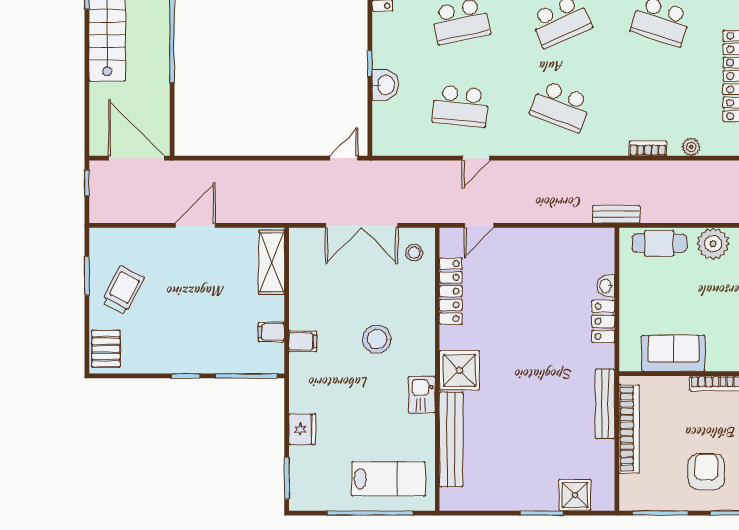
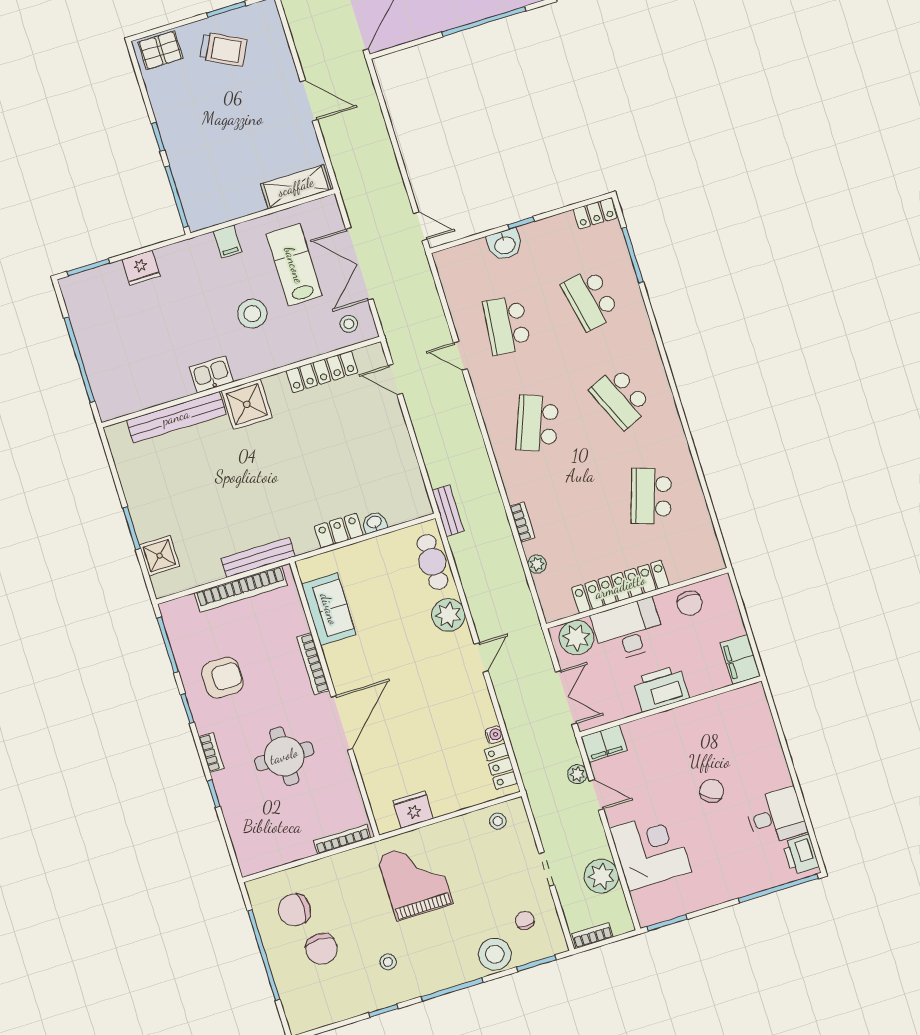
filing cabinet: (271, 332) -> (227, 208), removed
lab bench: (388, 479) -> (294, 265), moved, turned 180

